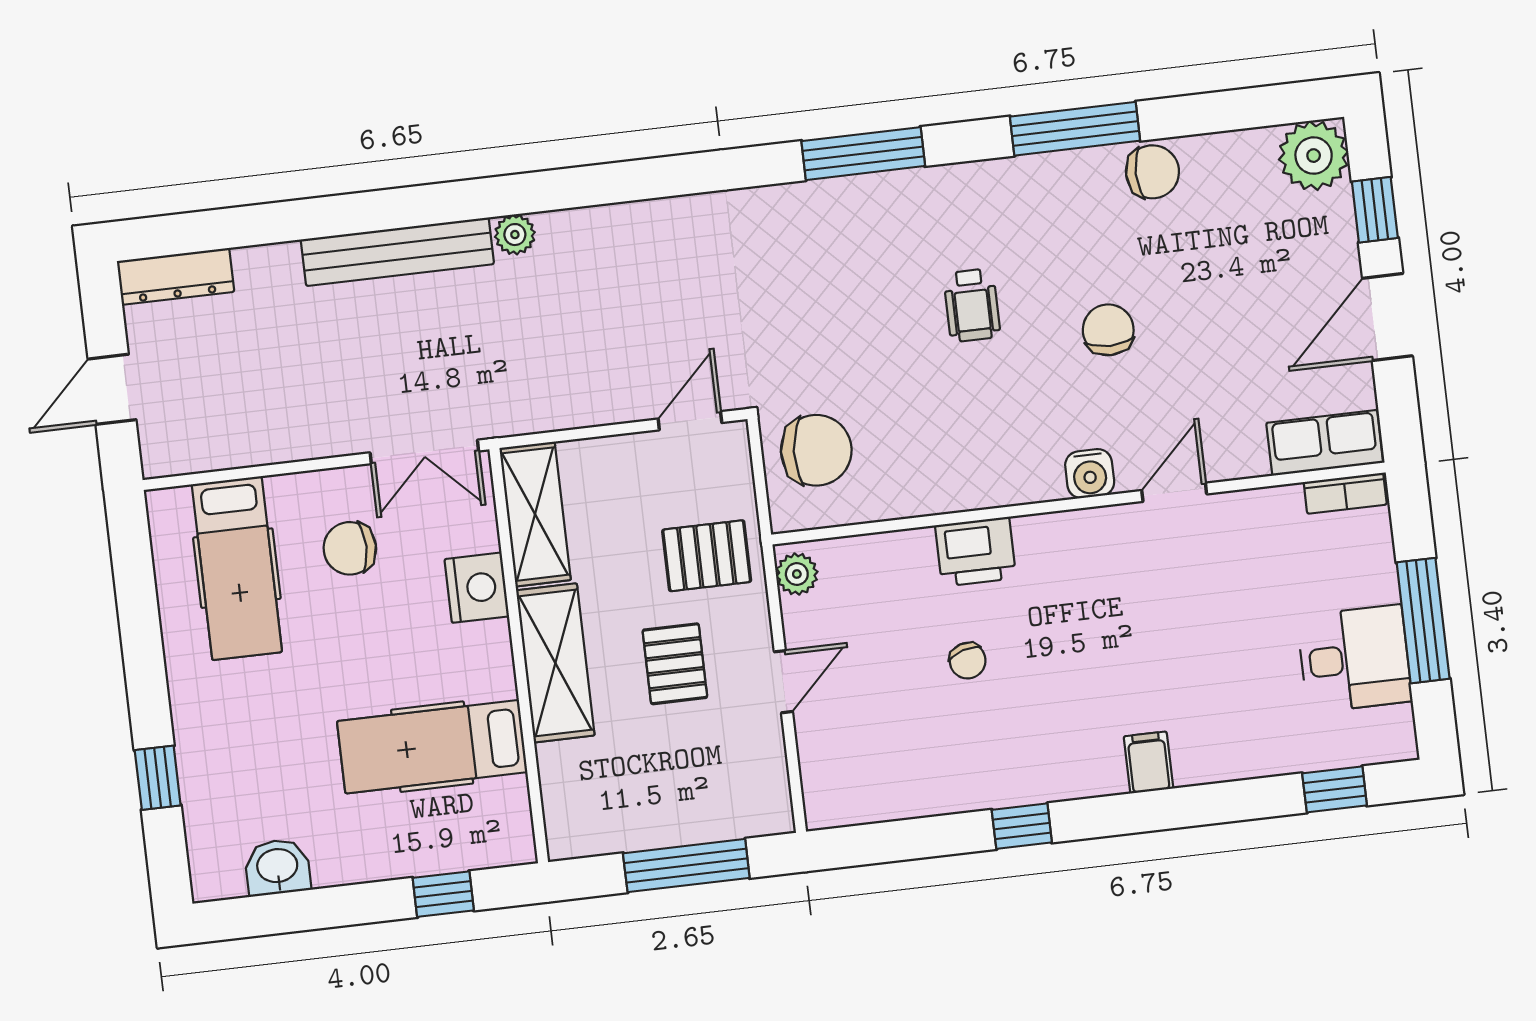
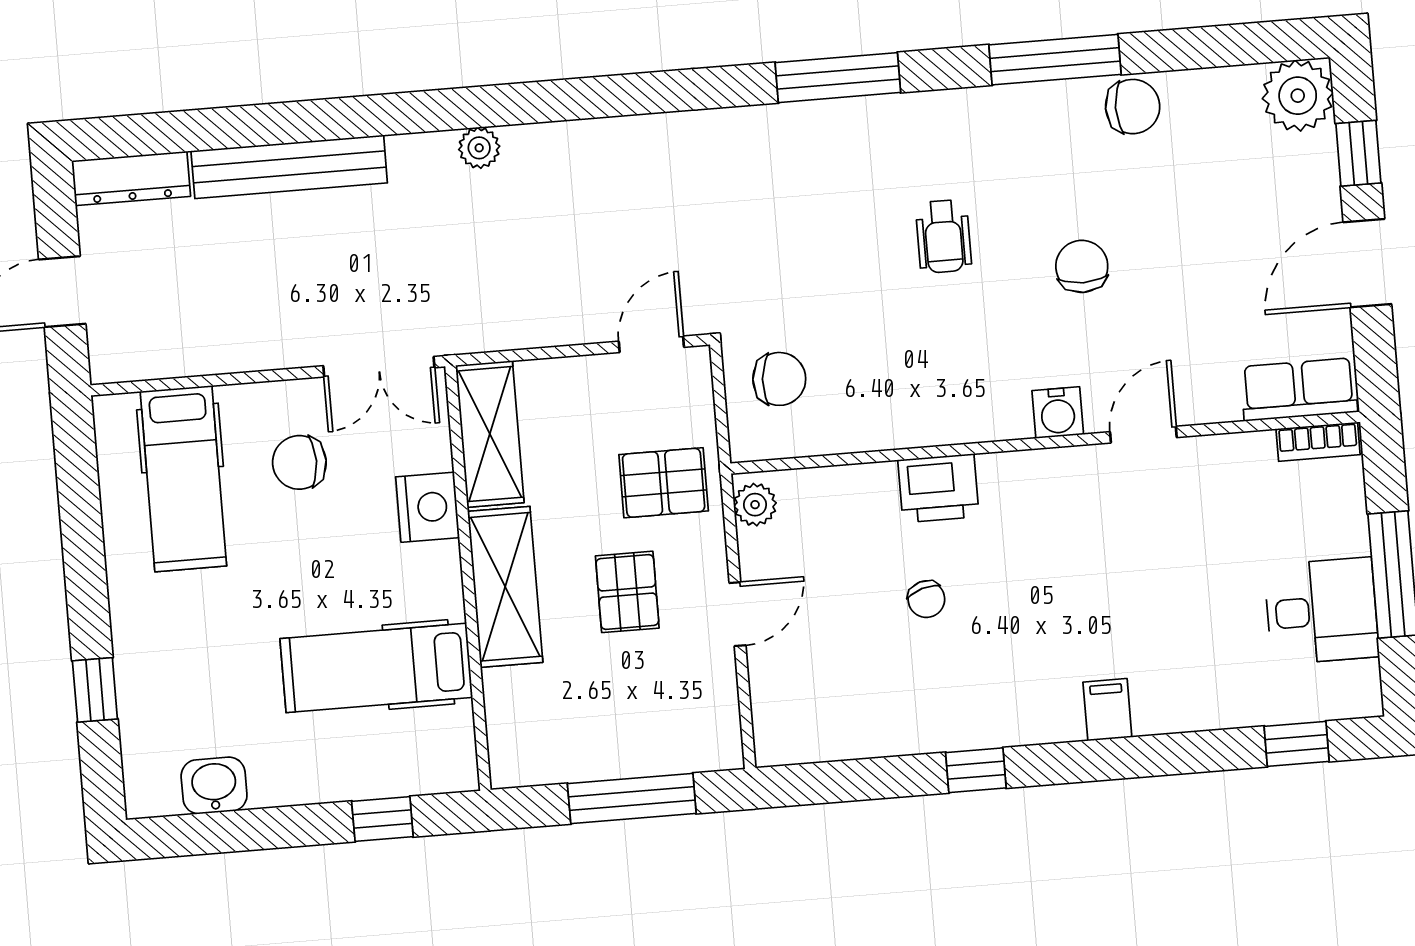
bench: (397, 252) -> (289, 167), moved
chair: (816, 450) -> (779, 379), width x0.73, depth x0.73

